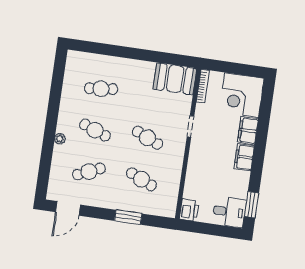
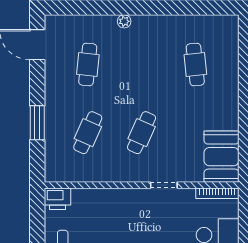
cafe table: (95, 130) -> (142, 64), removed
cafe table: (89, 172) -> (88, 64), turned 30

